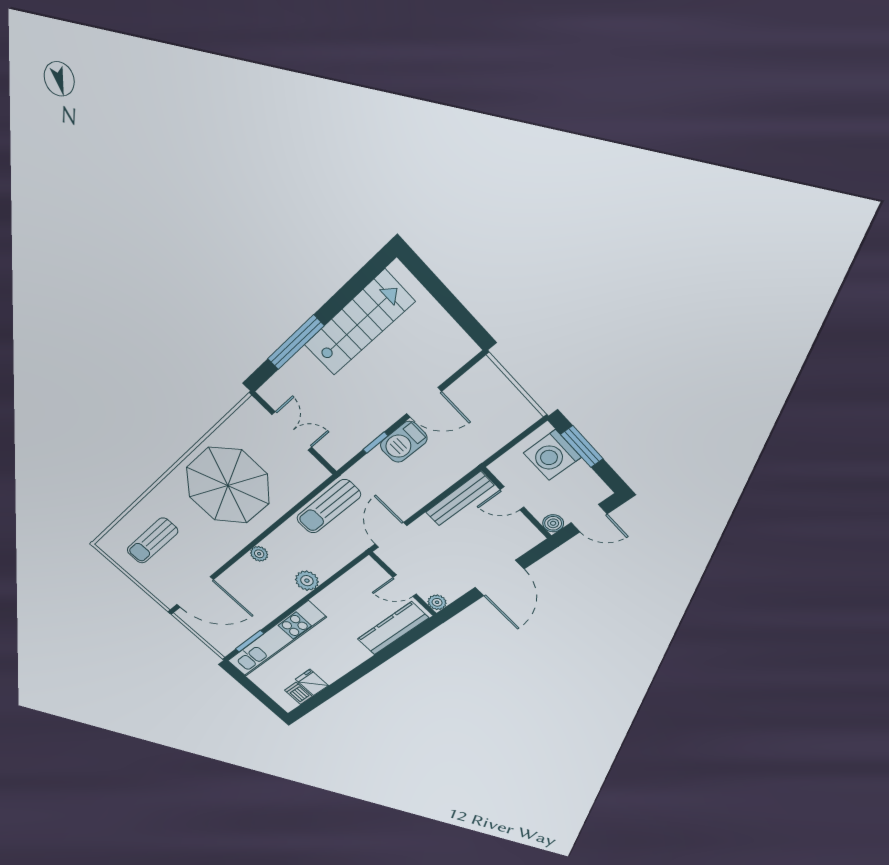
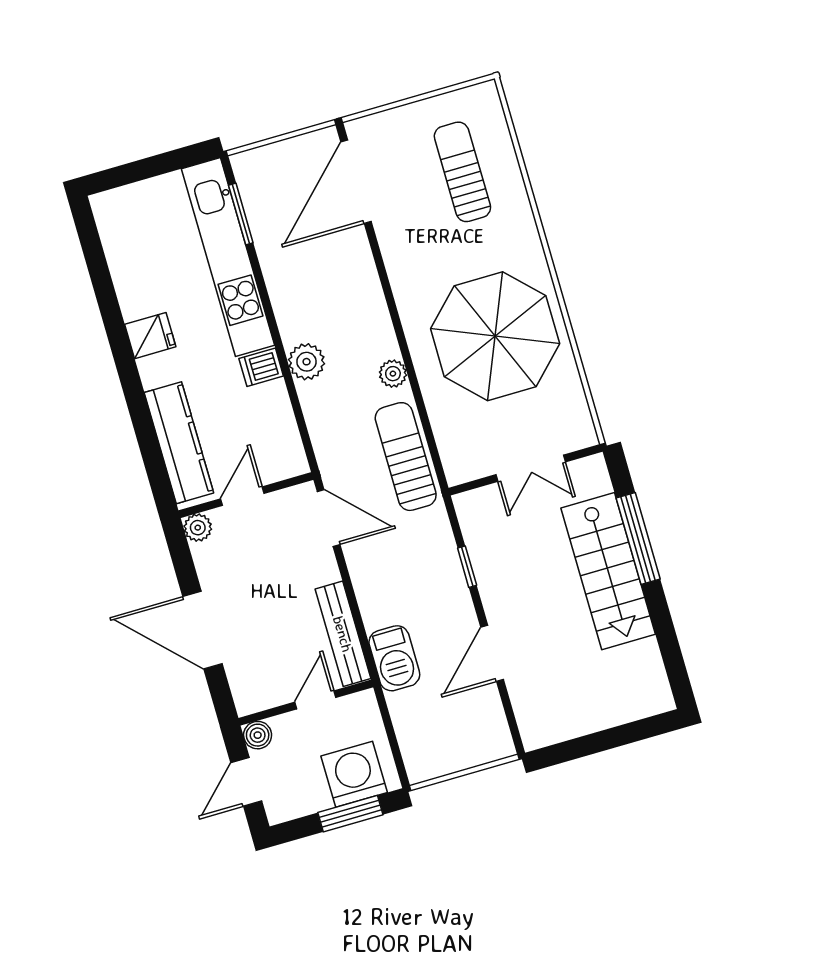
stairs: (359, 324) -> (608, 571), moved
barbecue: (404, 442) -> (394, 658), moved, turned 180
plant: (259, 554) -> (393, 374), moved
fridge: (312, 682) -> (150, 336), moved
dishwasher: (298, 693) -> (261, 367), moved, turned 180

